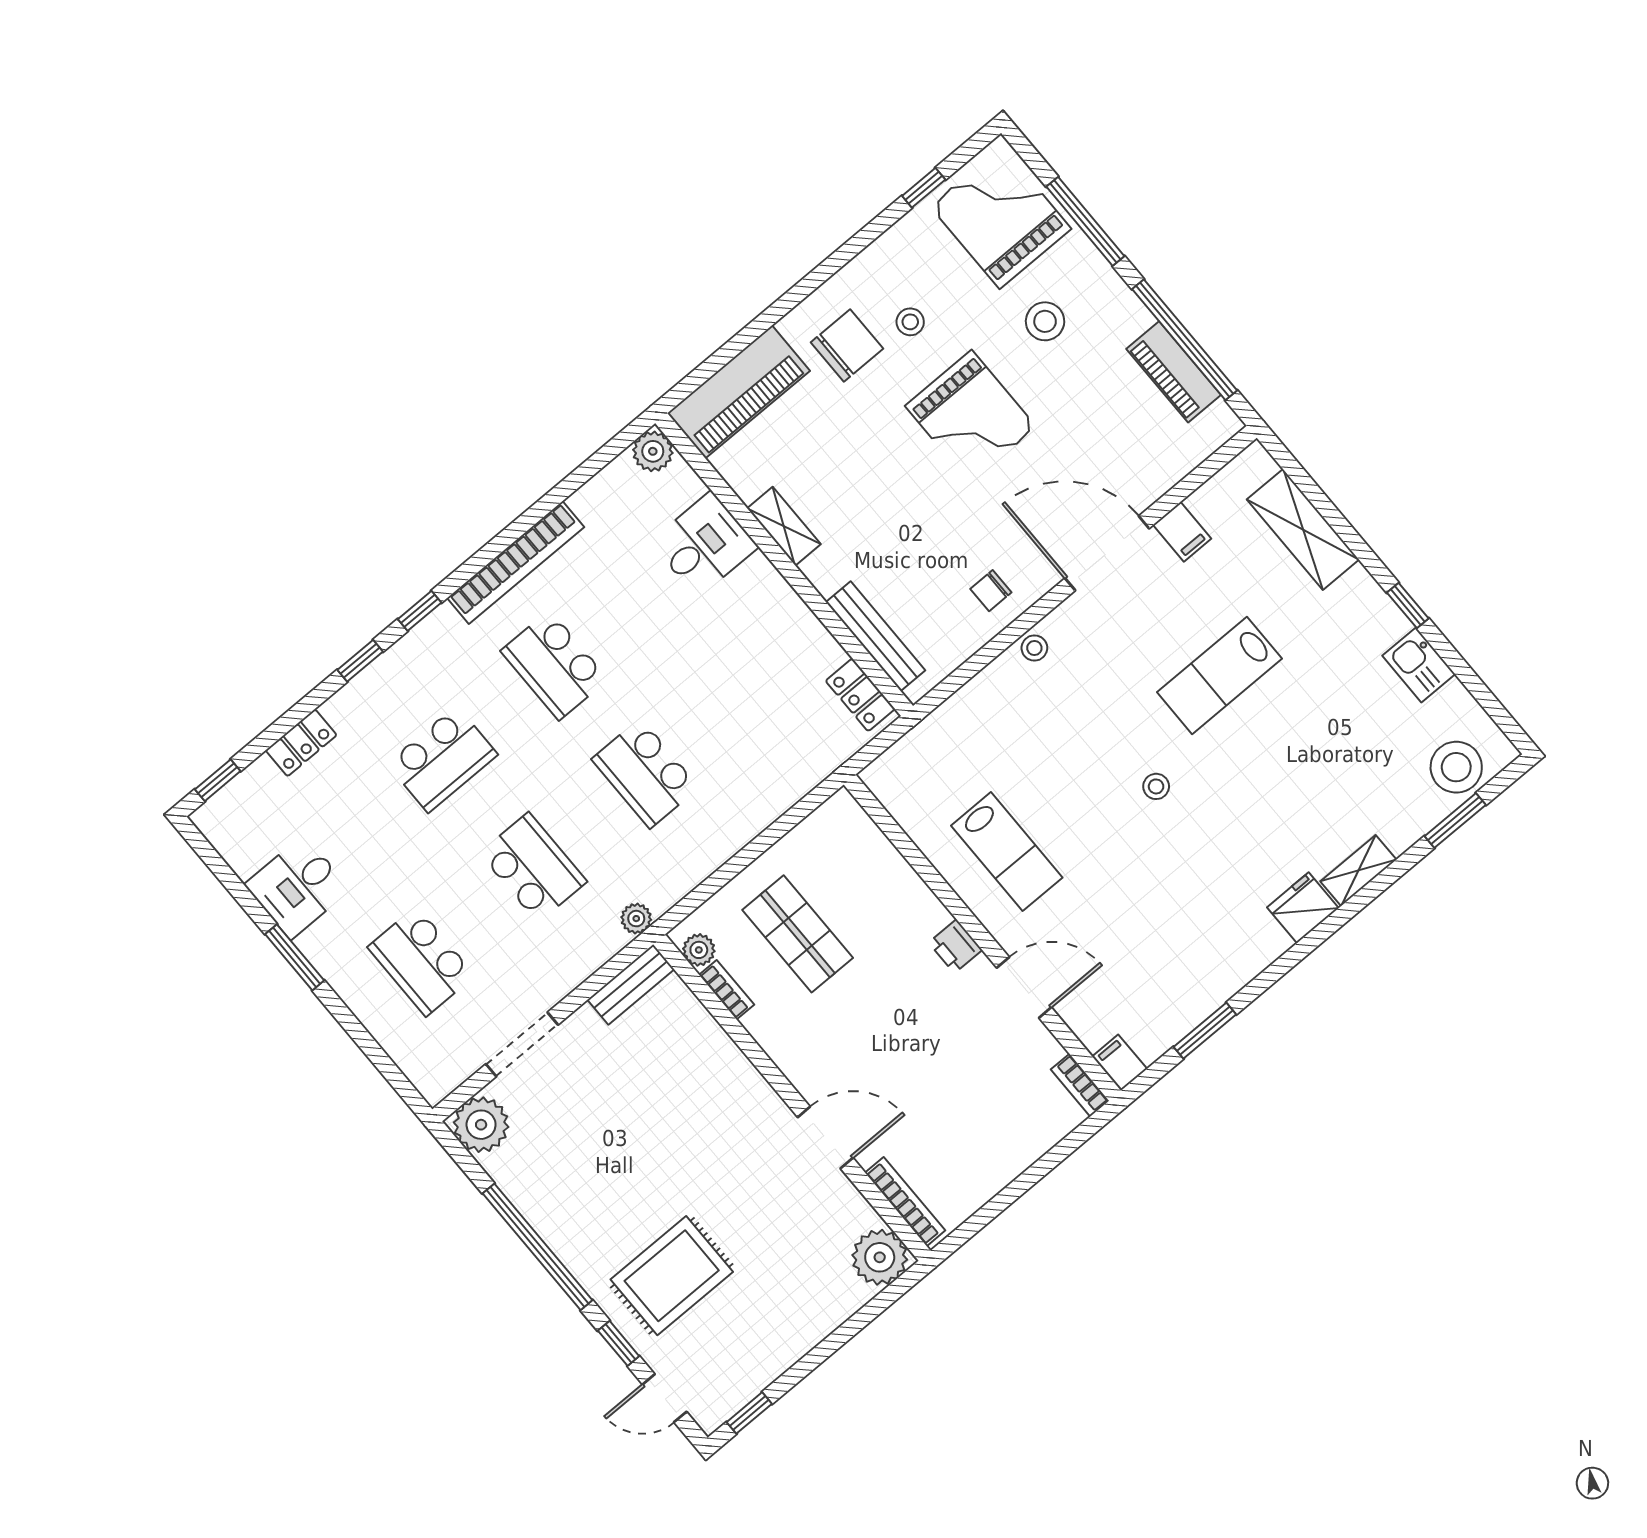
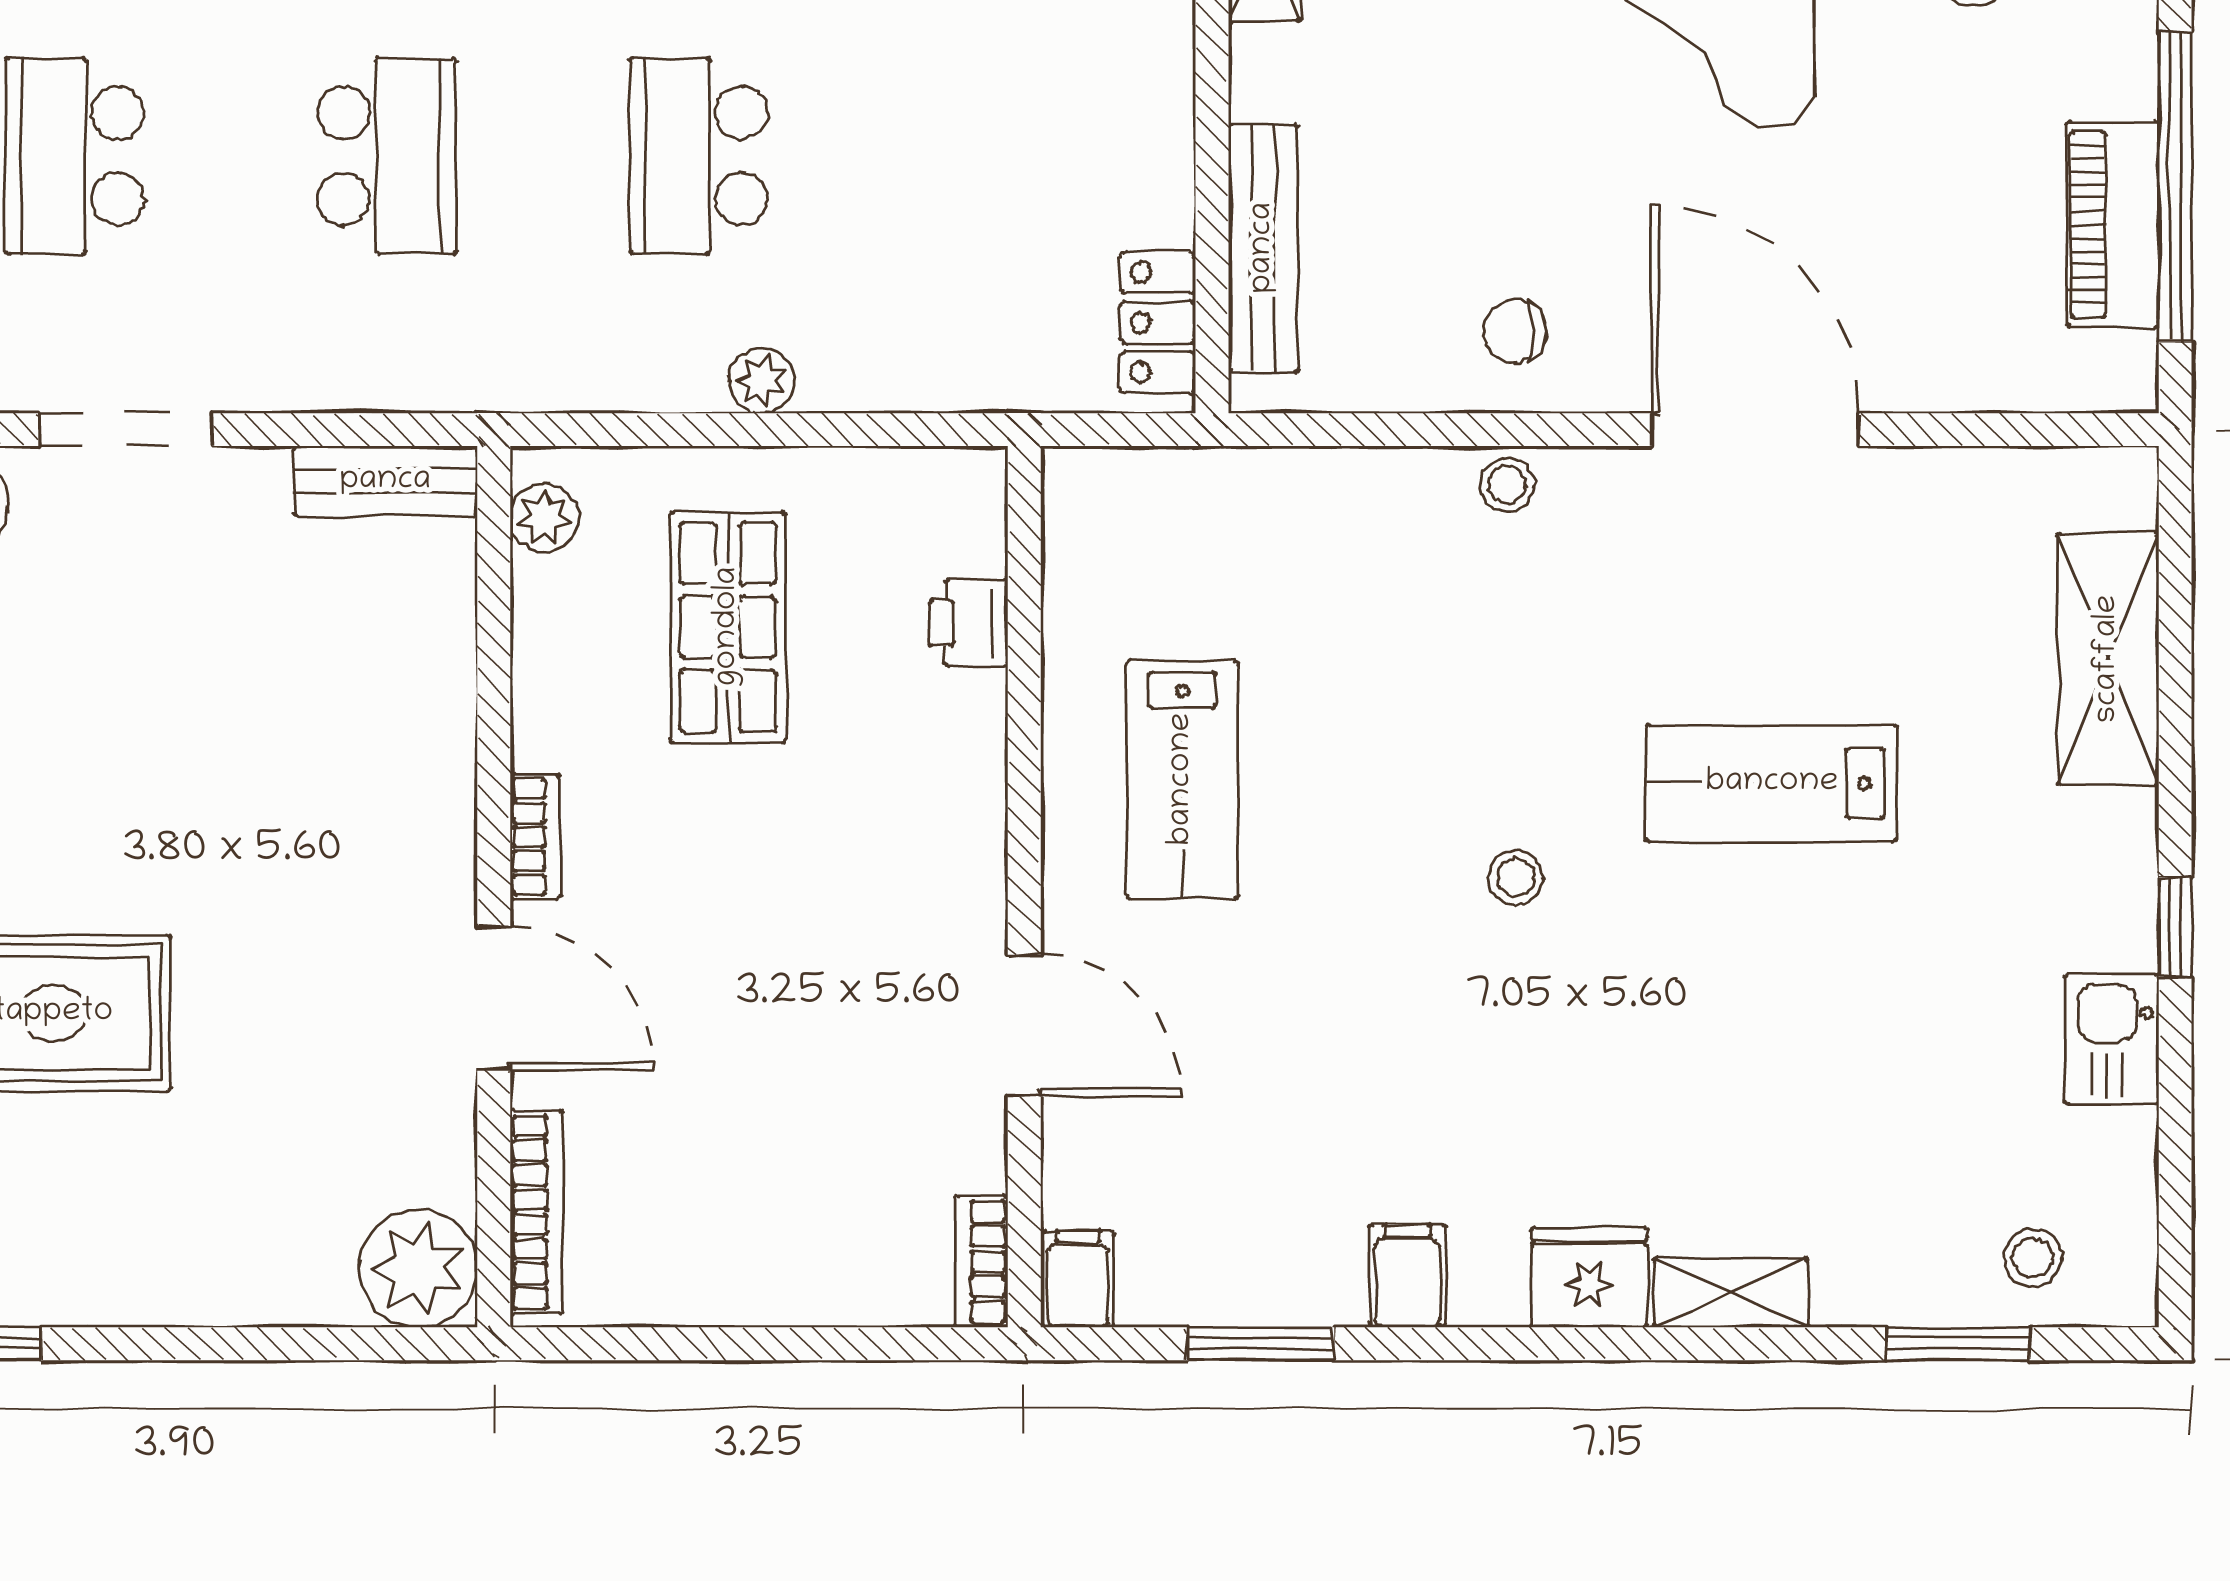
filing cabinet: (1182, 532) -> (1407, 1276), moved, turned 180
stool: (1456, 767) -> (2033, 1258), width x0.53, depth x0.53
plant: (636, 919) -> (762, 381), moved
printer: (955, 946) -> (969, 623), moved
bookcase: (727, 990) -> (535, 837), moved

